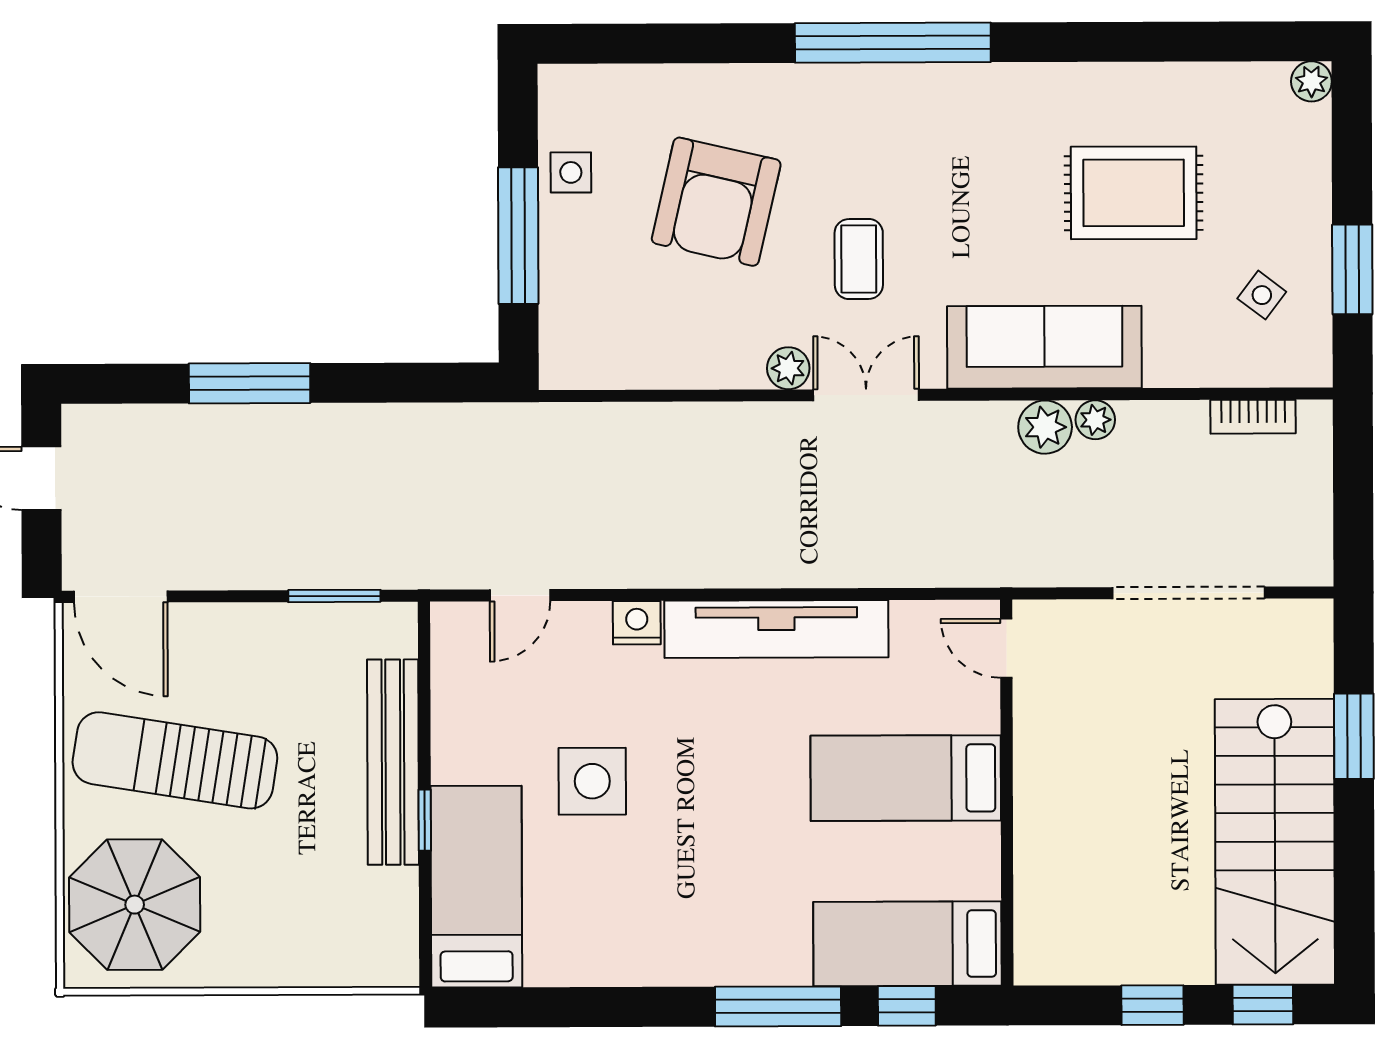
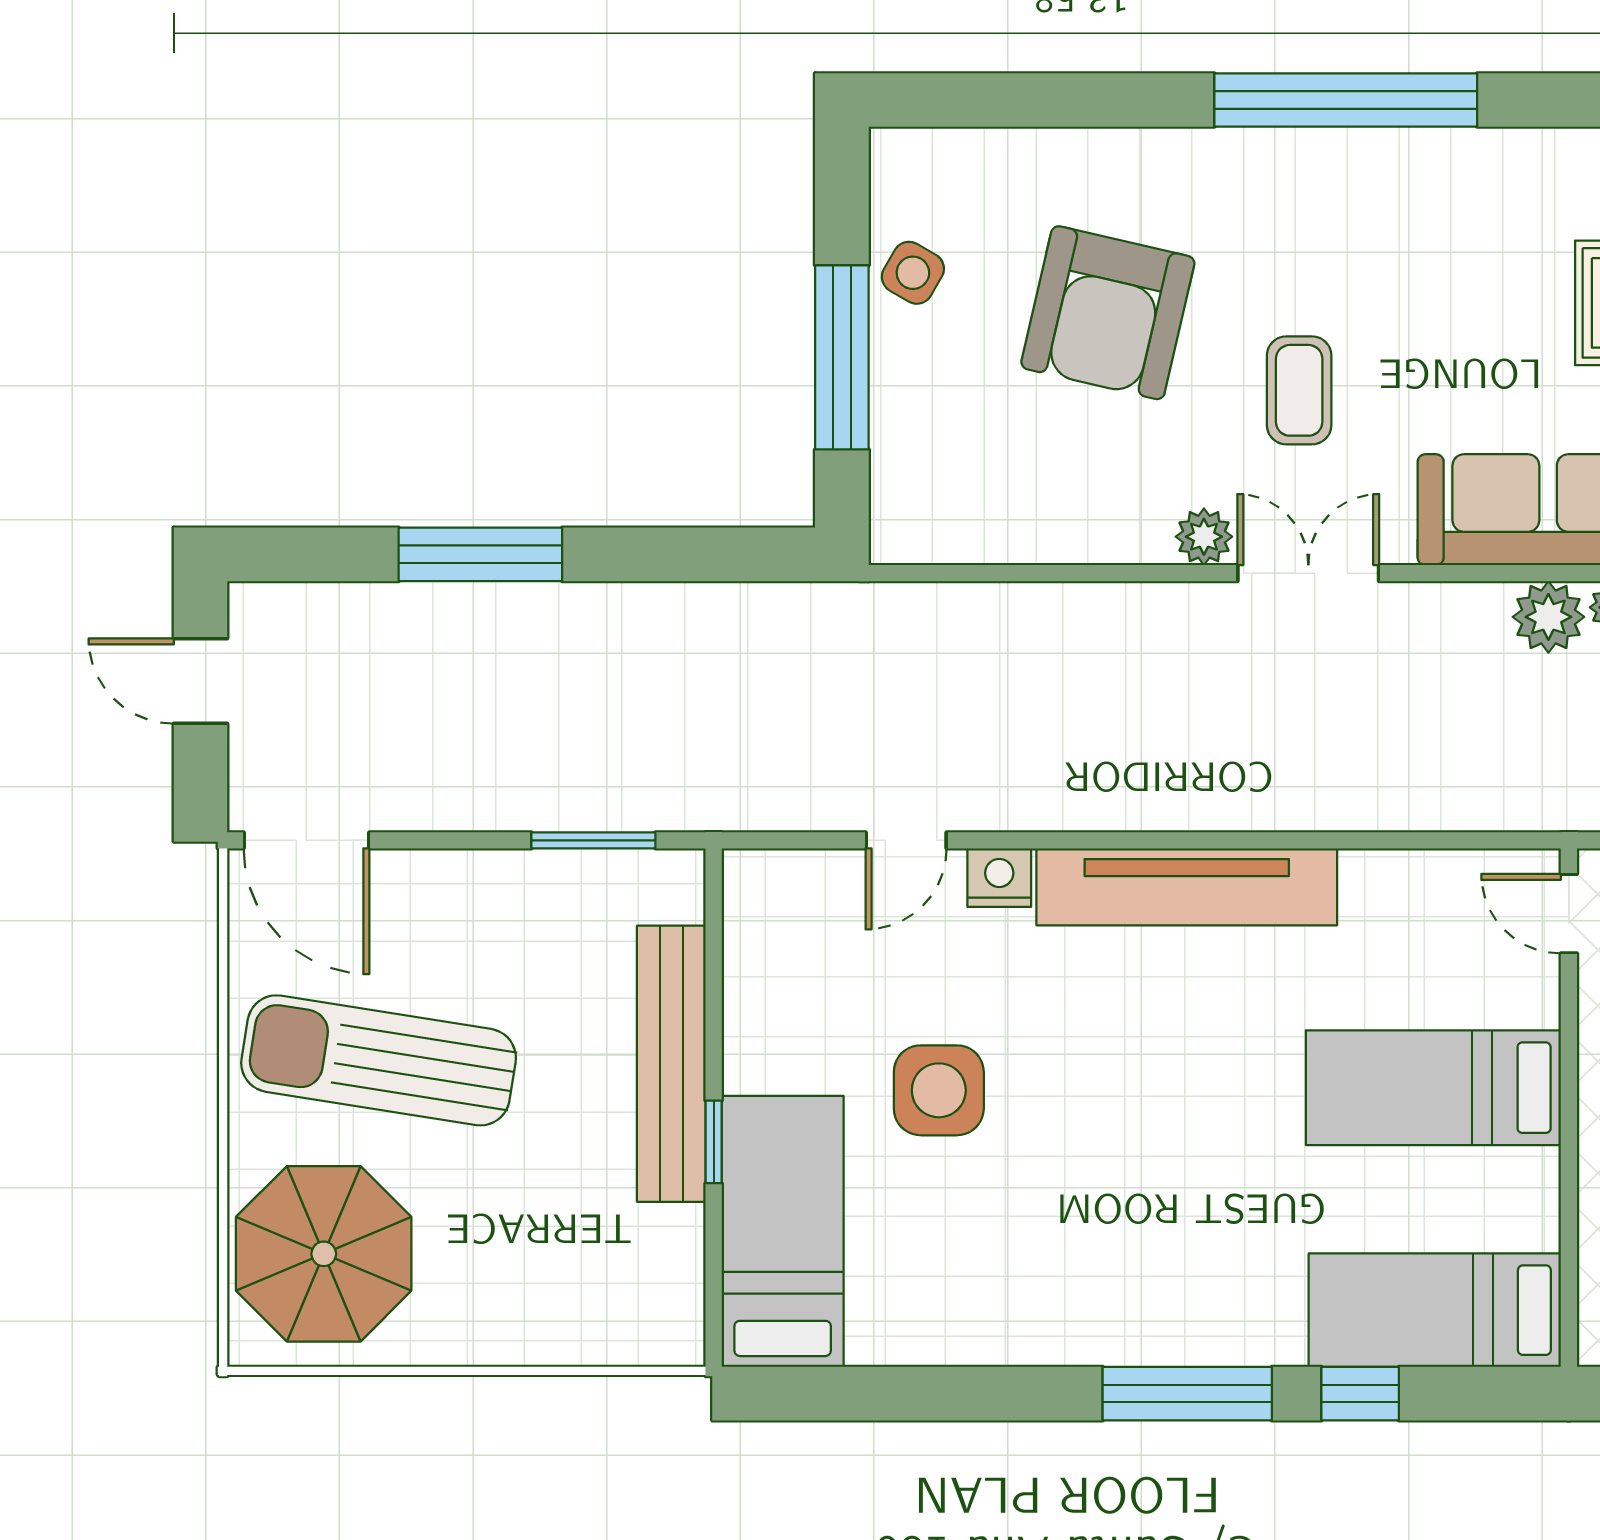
side table: (571, 172) -> (913, 273), turned 30
door: (520, 595) -> (906, 840), moved
door: (1006, 648) -> (1569, 914), moved
bed: (906, 778) -> (1433, 1088), moved
wall: (1007, 793) -> (1569, 1108), moved
bed: (907, 944) -> (1435, 1310), moved

